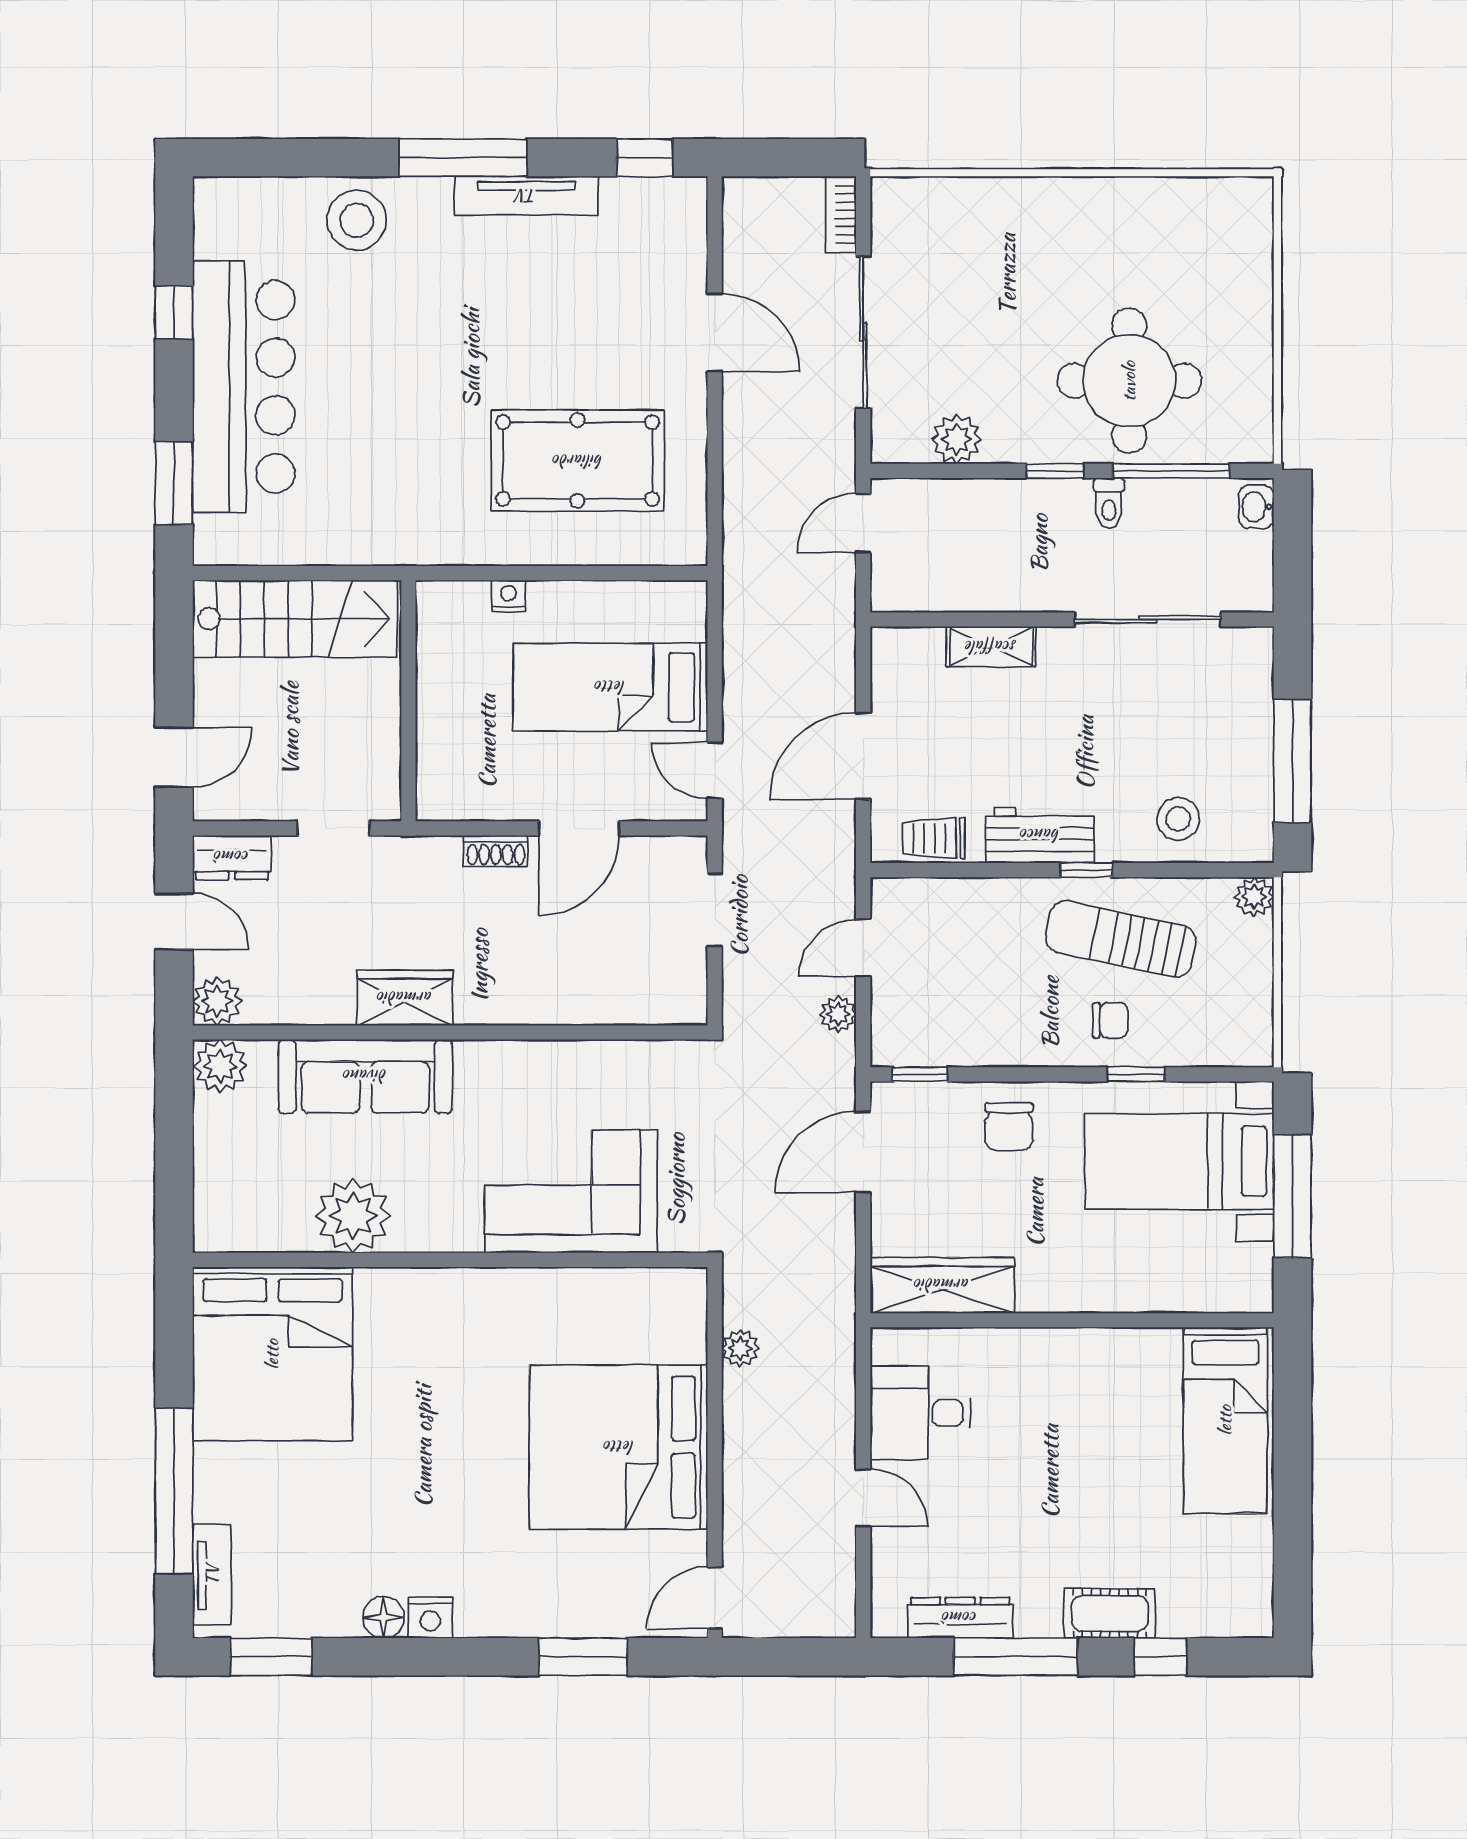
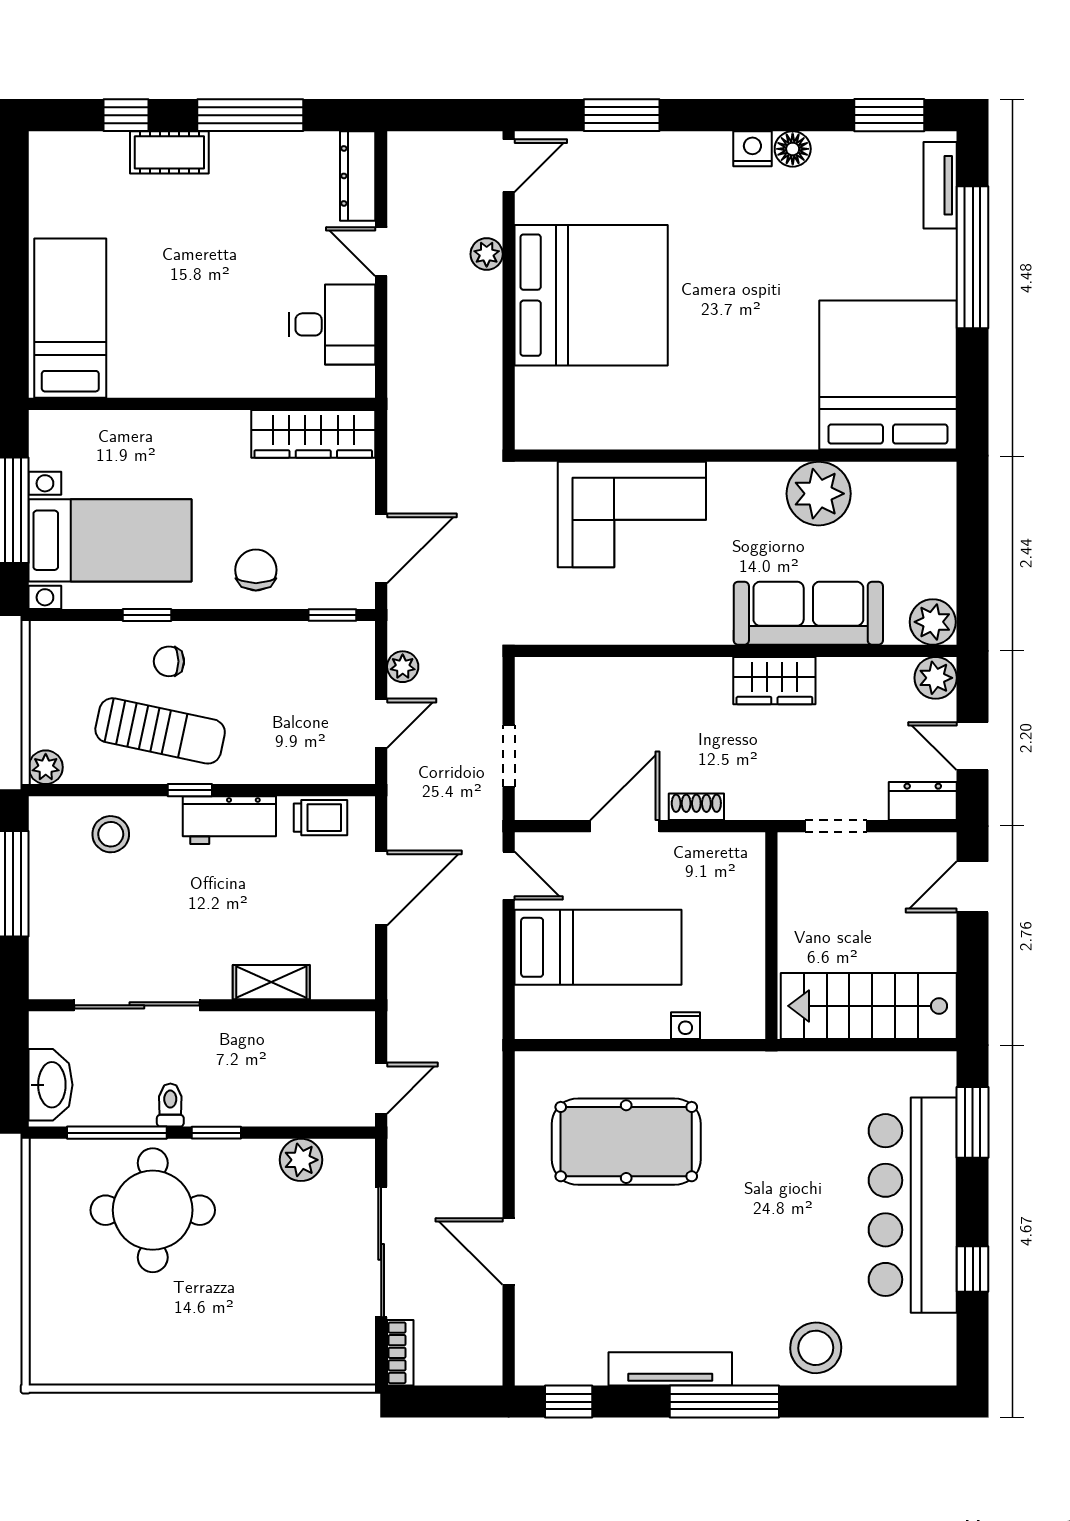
washbasin: (1256, 507) -> (51, 1085), width x1.91, depth x1.45
plant: (740, 1348) -> (487, 254), moved
dresser: (960, 1618) -> (358, 176), moved, turned 90

